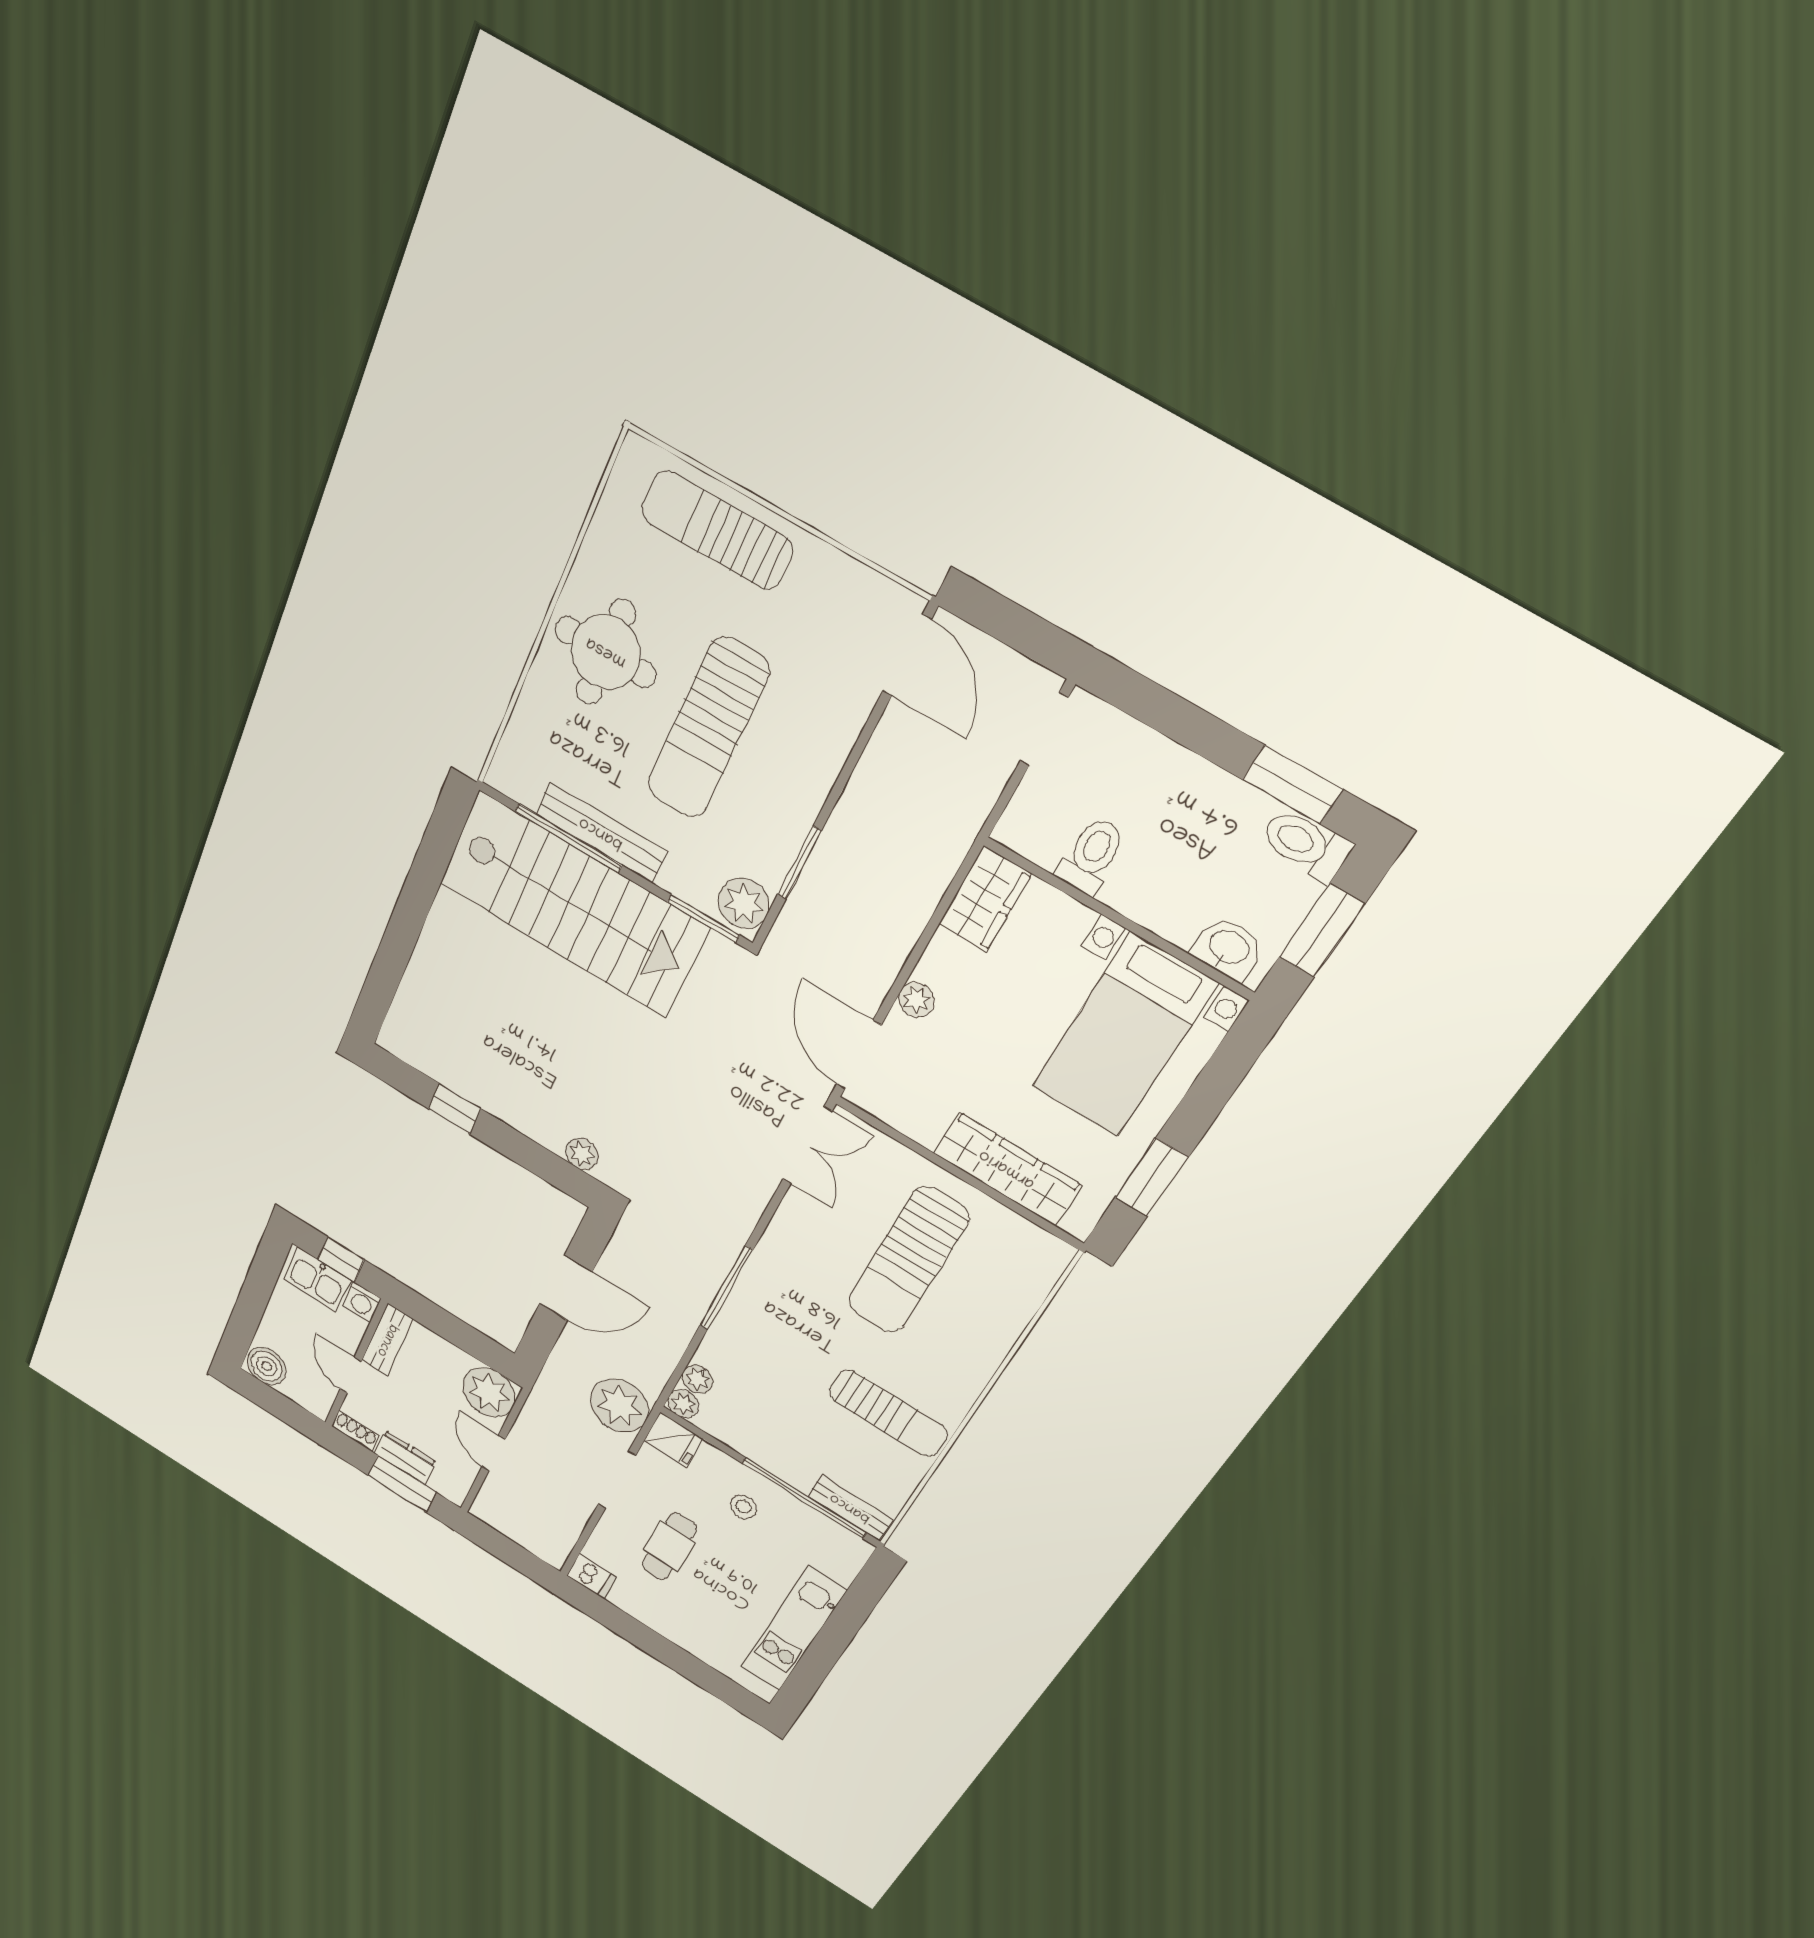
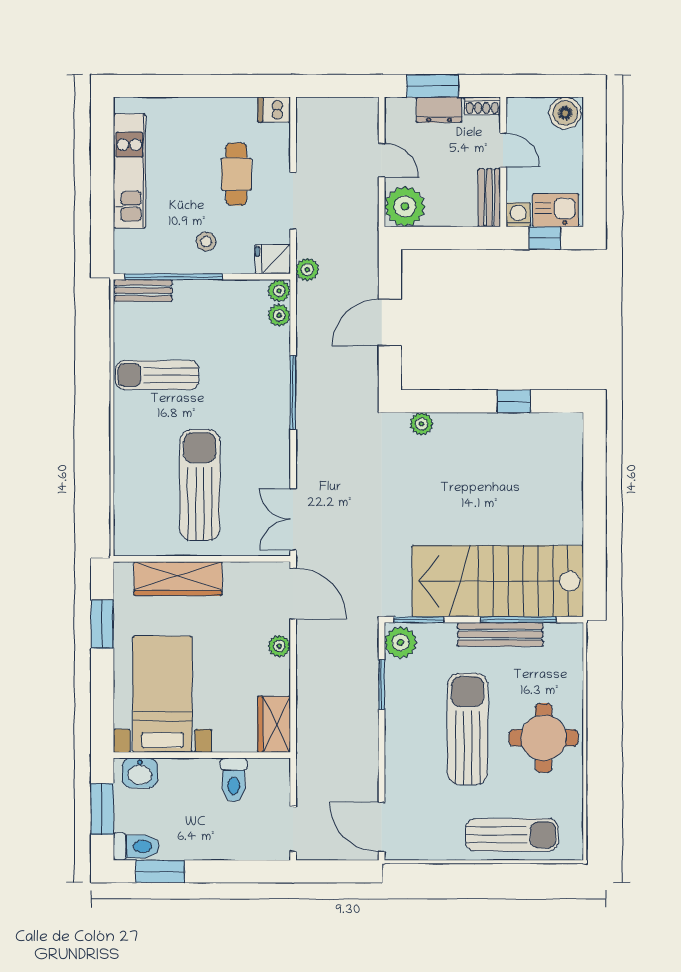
plant: (619, 1406) -> (307, 270), width x0.53, depth x0.53

